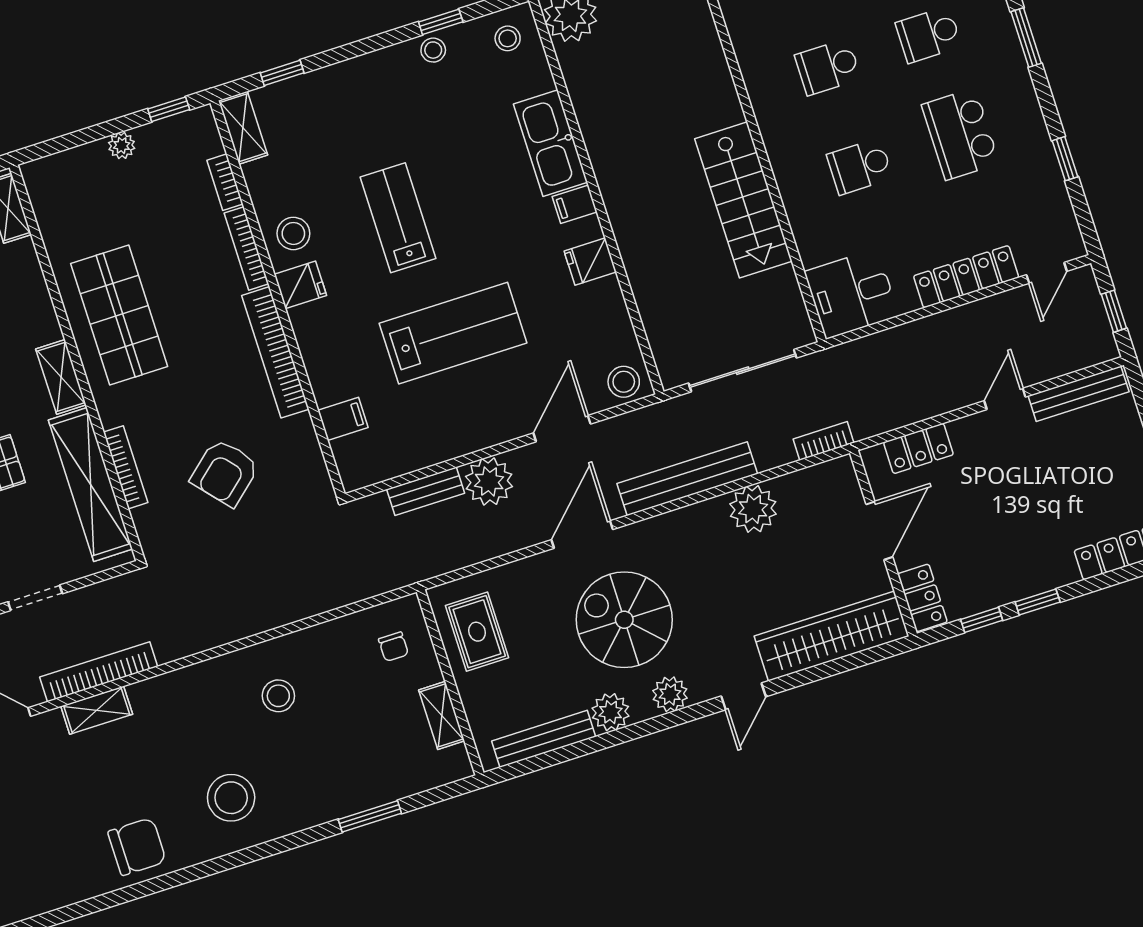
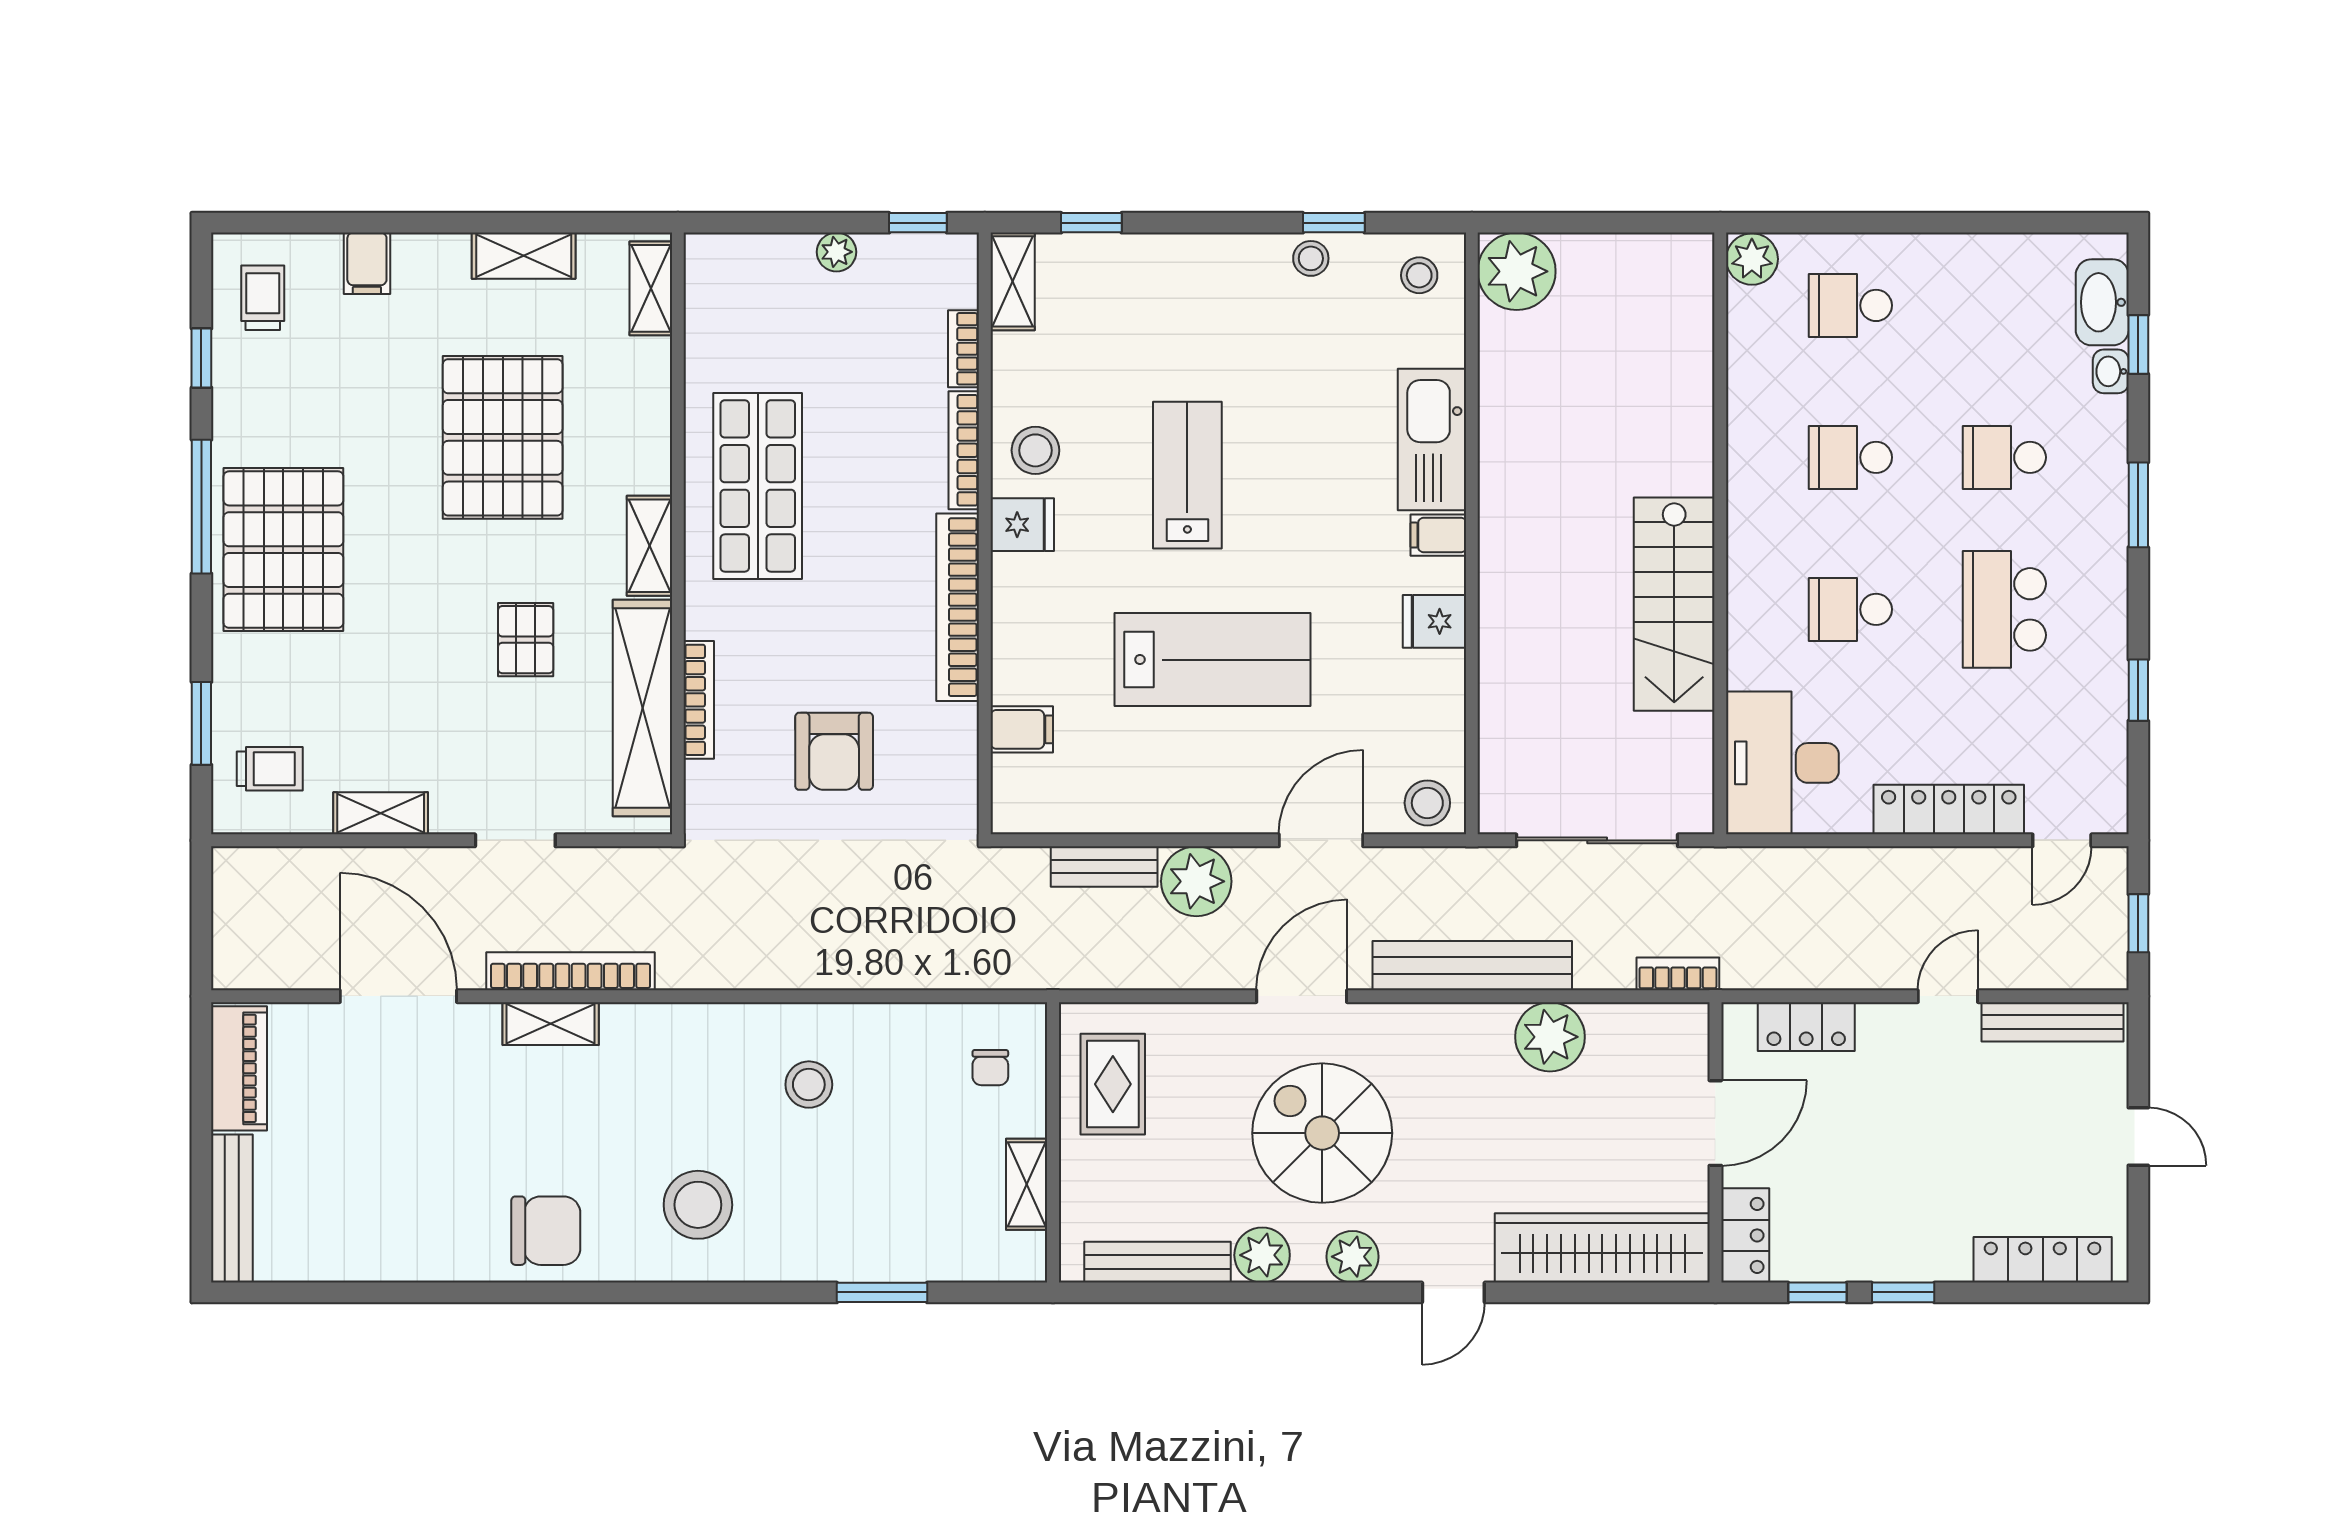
desk: (852, 294) -> (1782, 763), width x1.37
armchair: (225, 473) -> (834, 751), turned -49

